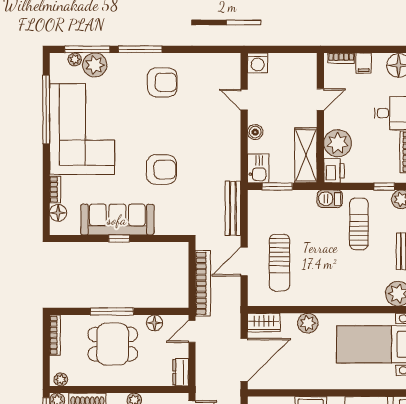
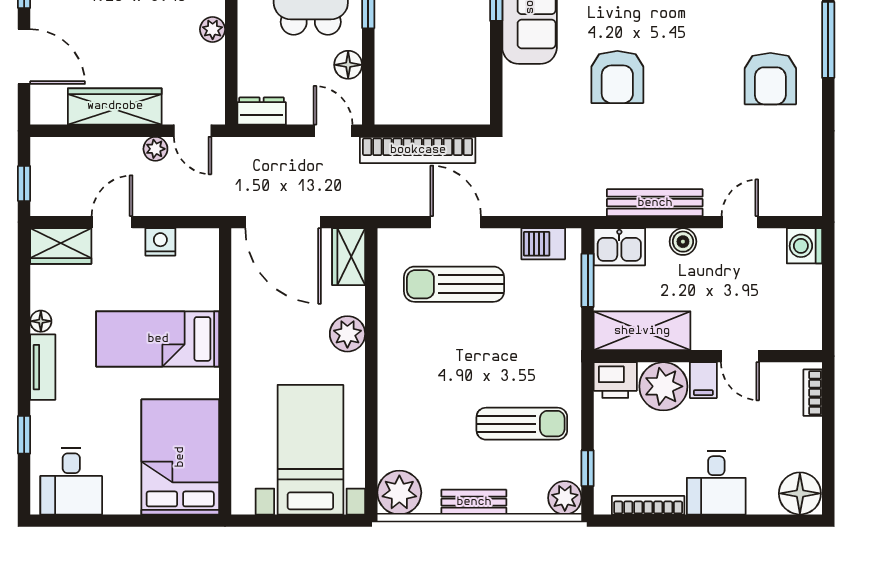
filing cabinet: (364, 63) -> (703, 380), moved, turned -90
barbecue: (330, 199) -> (543, 244), moved, turned -90
bench: (233, 208) -> (655, 203), moved

